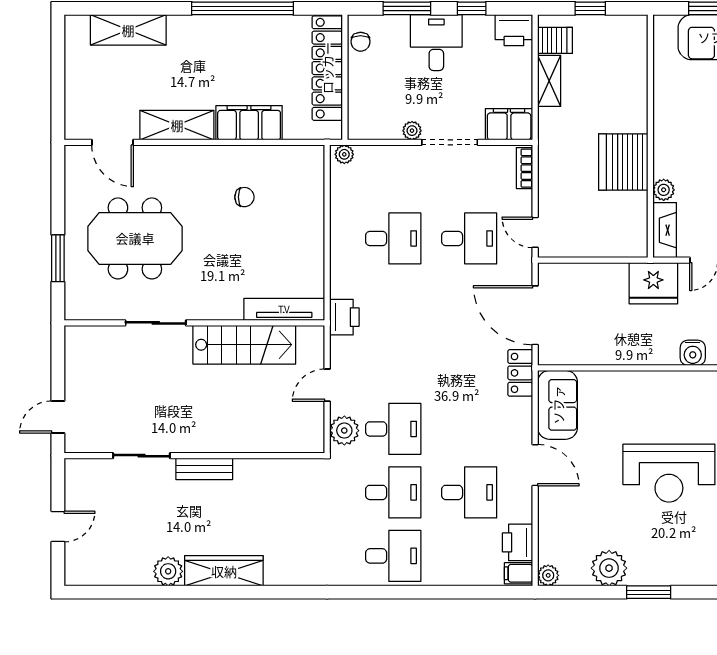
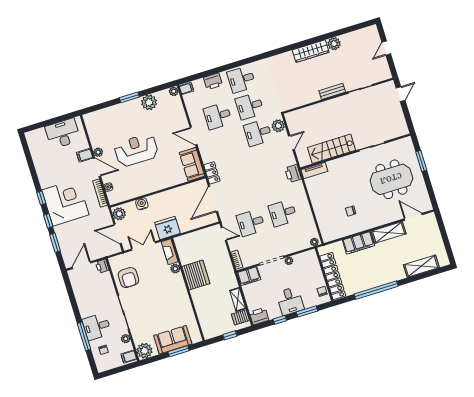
tv unit: (284, 309) -> (314, 170), width x0.71
door: (535, 315) -> (213, 199), swing flipped
printer: (518, 542) -> (213, 81), moved, turned 90

